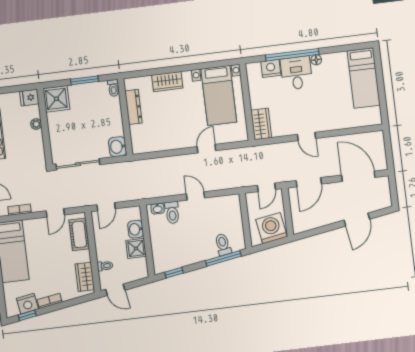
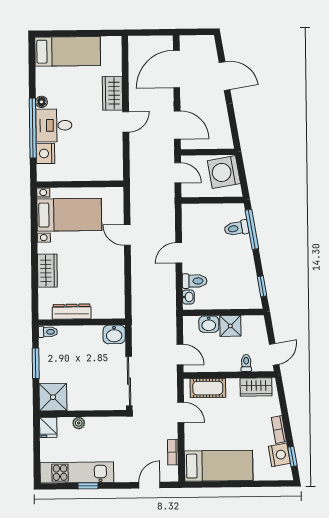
wardrobe: (261, 124) -> (112, 93), moved, turned -90

